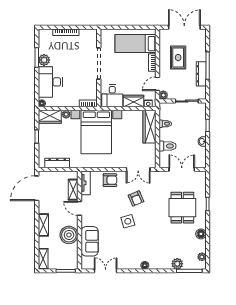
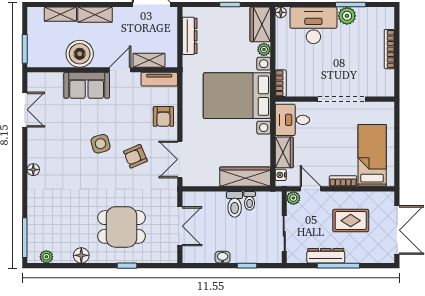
toilet: (167, 146) -> (235, 204), moved
sofa: (90, 241) -> (87, 85), moved
shelving: (43, 259) -> (60, 14), moved
plant: (177, 264) -> (36, 219), removed

